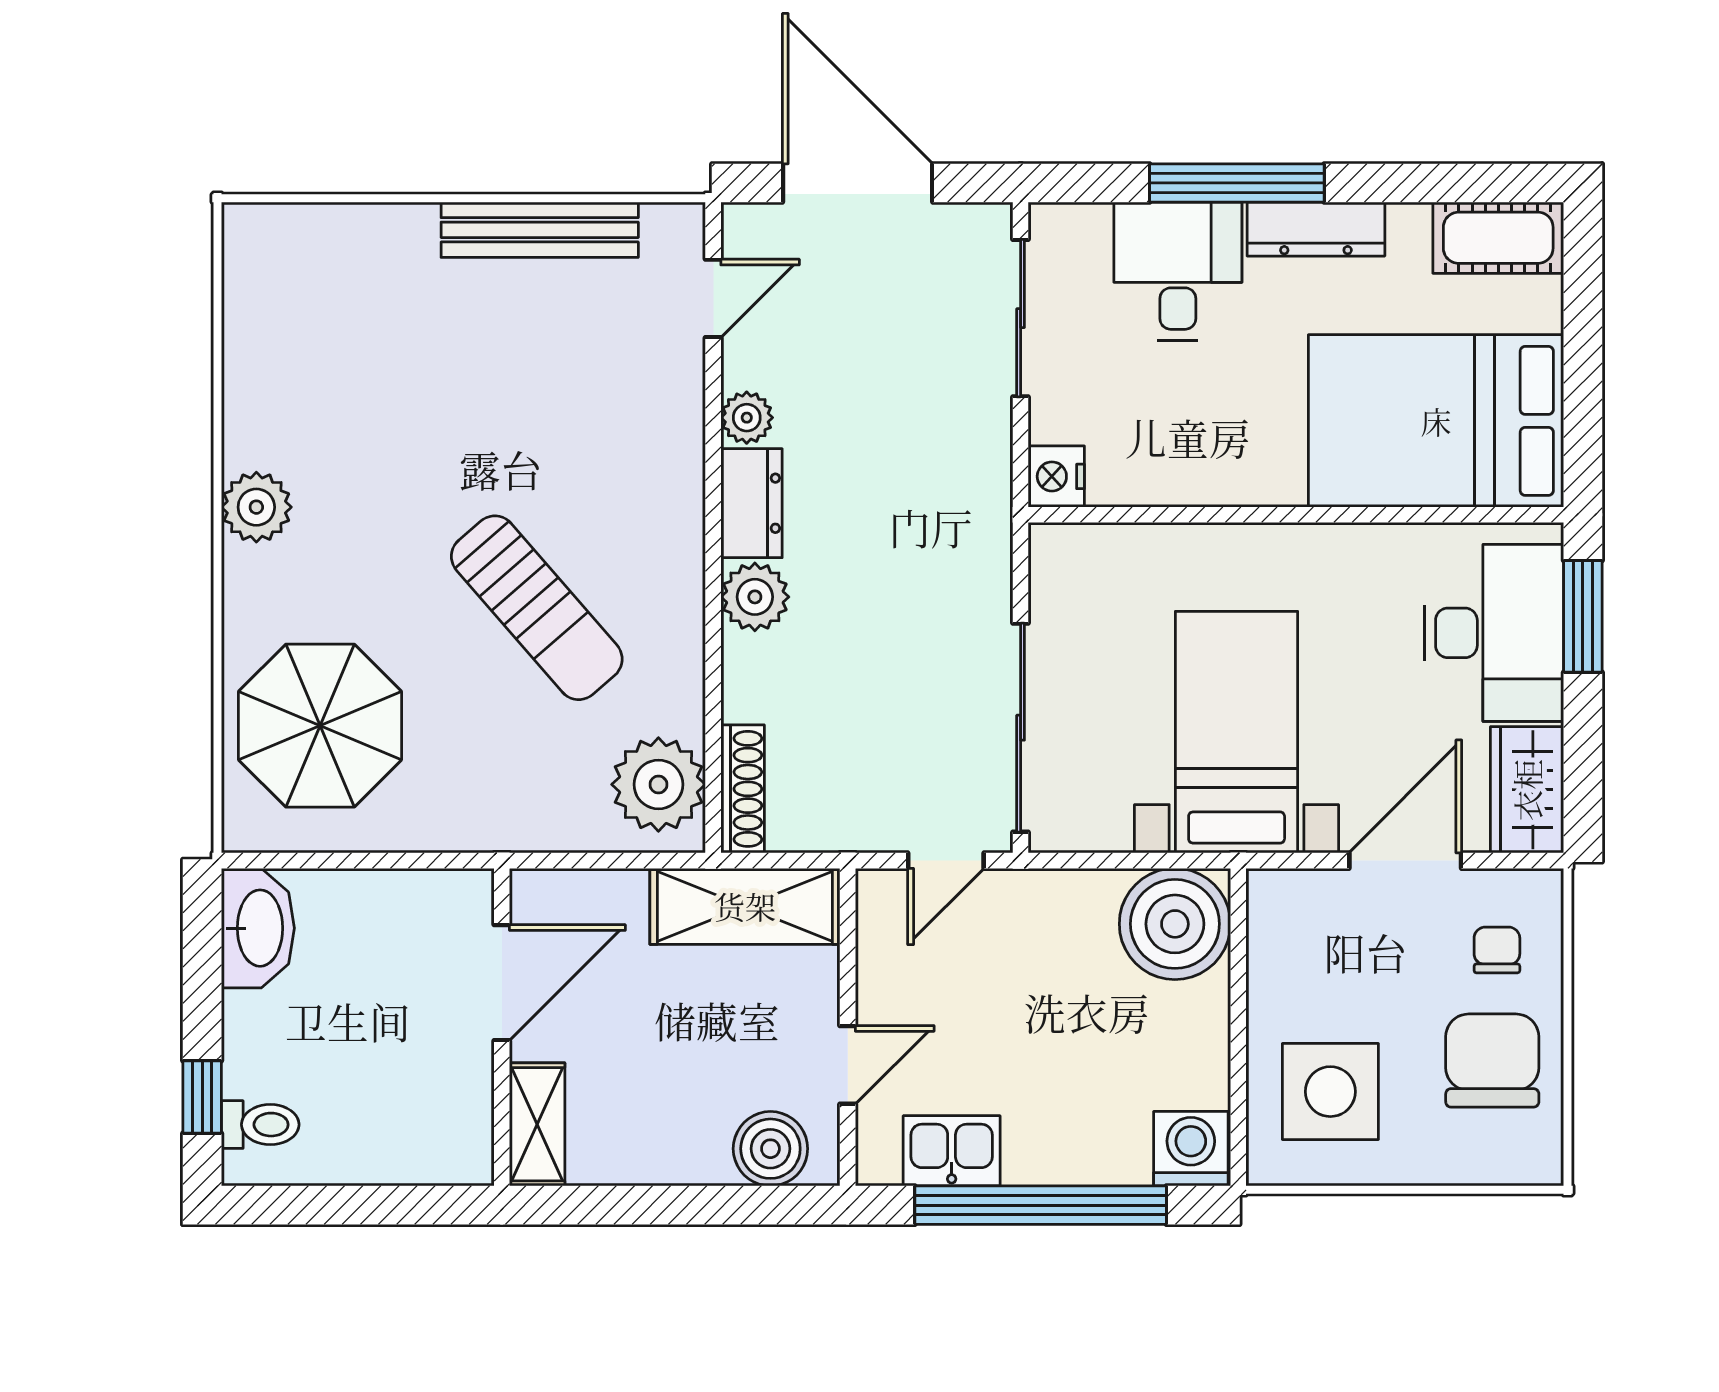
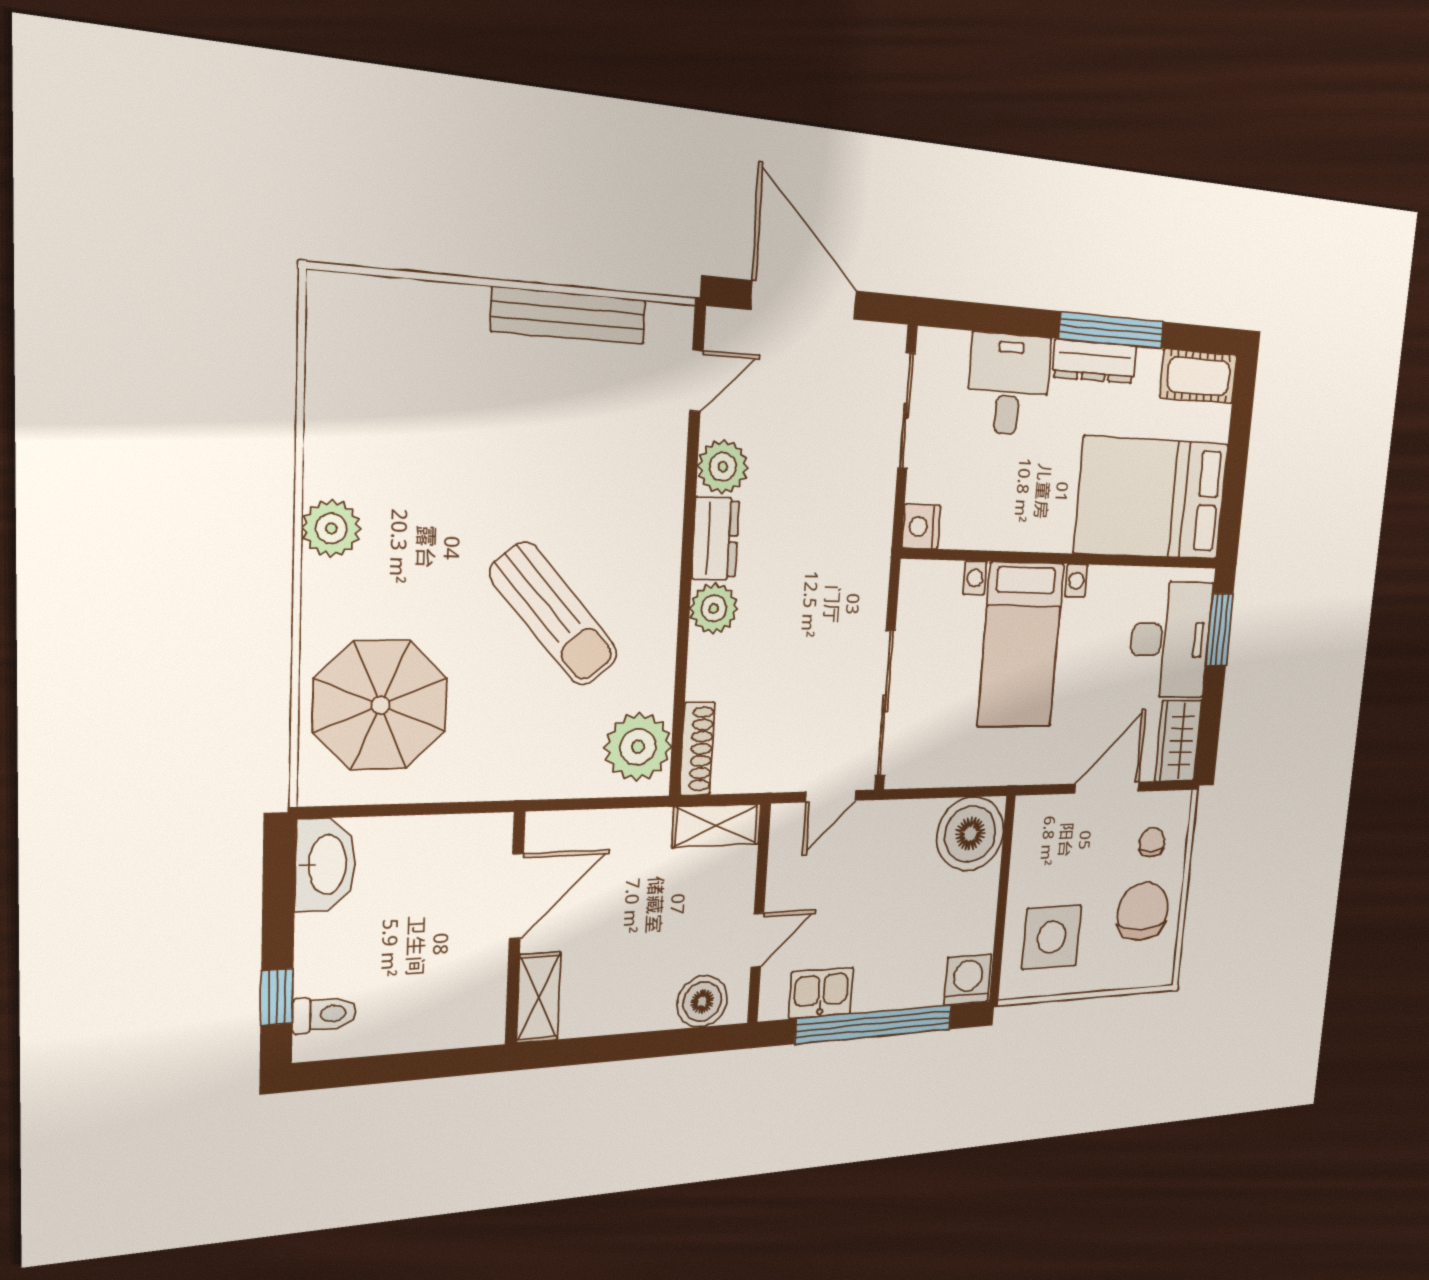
window: (1237, 183) -> (1112, 330), moved
plant: (747, 418) -> (723, 467), width x1.38, depth x1.38
bed with nightstands: (1237, 732) -> (1021, 645), moved, turned 180
shelving: (745, 906) -> (716, 825), width x0.67, depth x0.75

